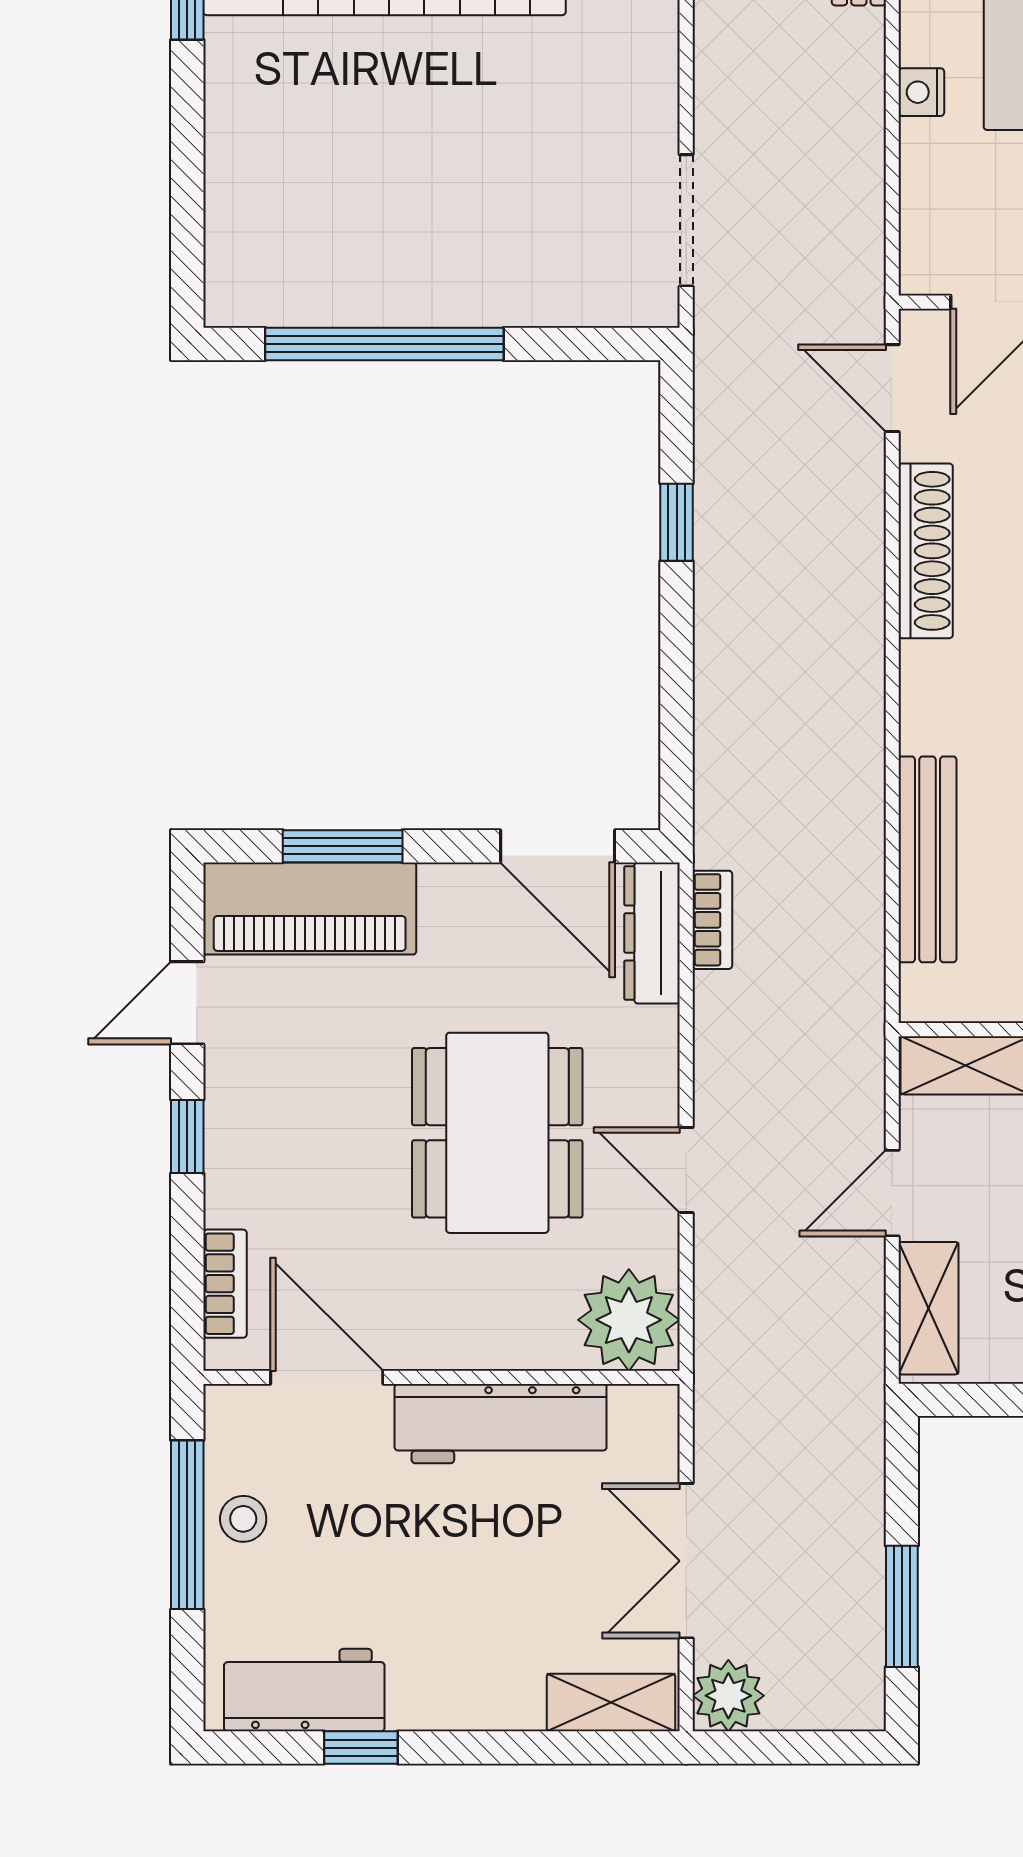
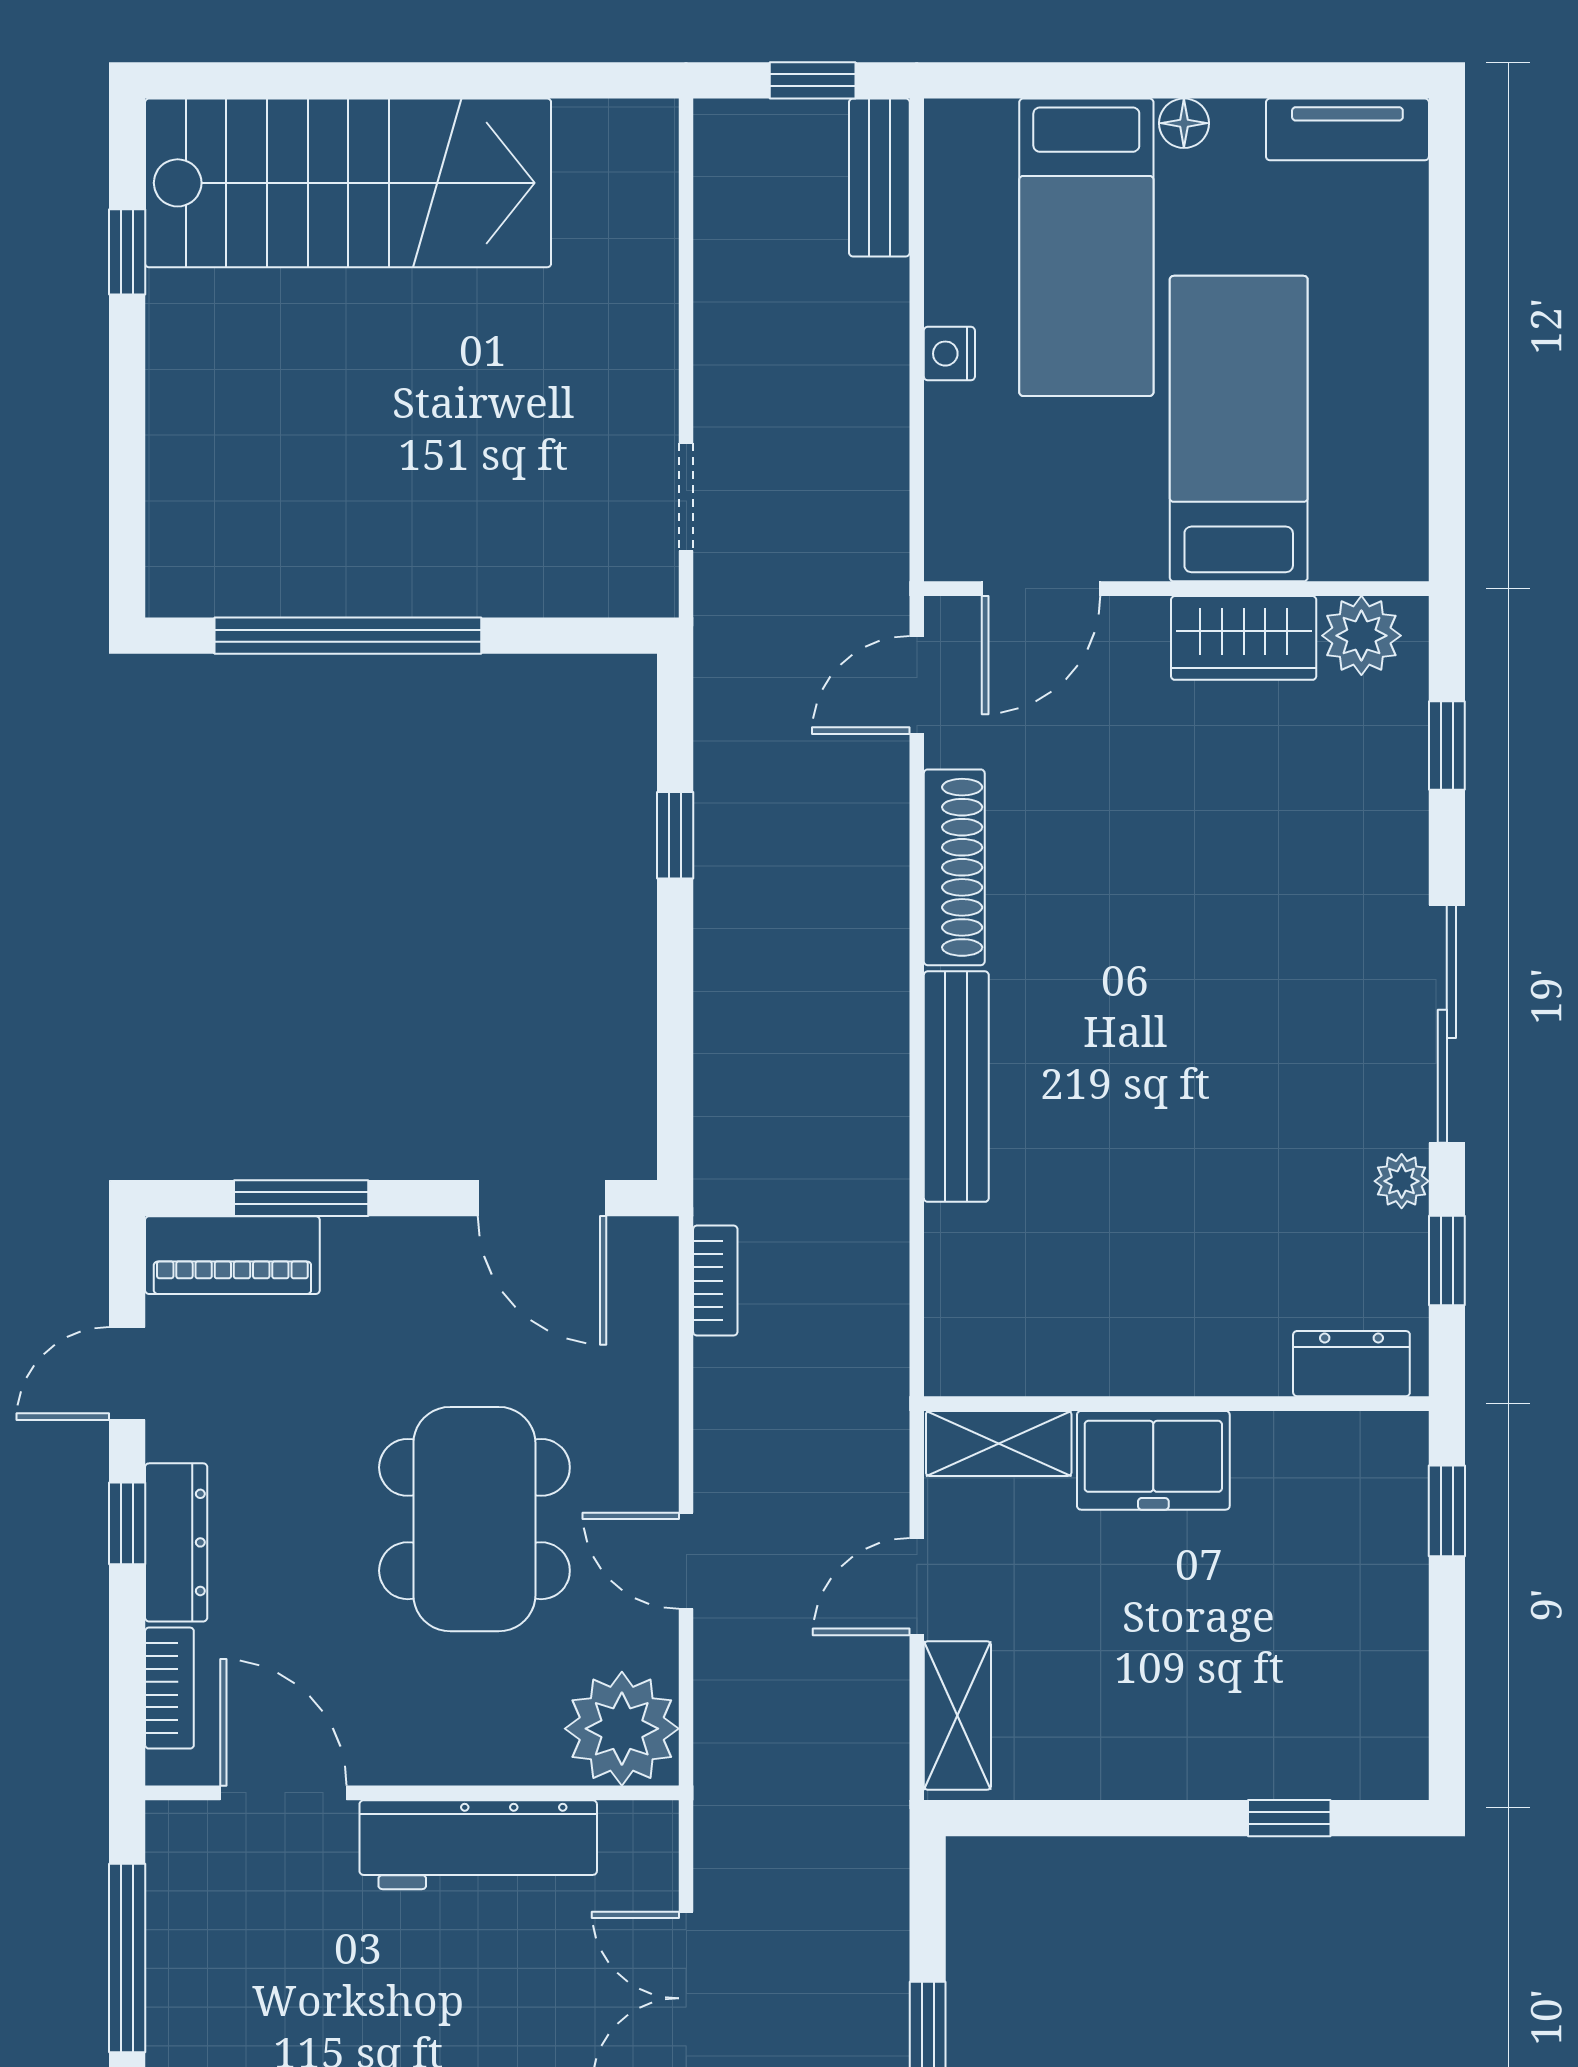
doorway: (686, 220) -> (686, 497), width x0.73
door: (892, 388) -> (917, 685), hinge flipped
bench: (928, 859) -> (956, 1087), moved
piano: (310, 909) -> (232, 1255), width x0.73, depth x0.75
dresser: (652, 933) -> (176, 1542), moved, turned 180
stool: (243, 1519) -> (190, 1951), removed

